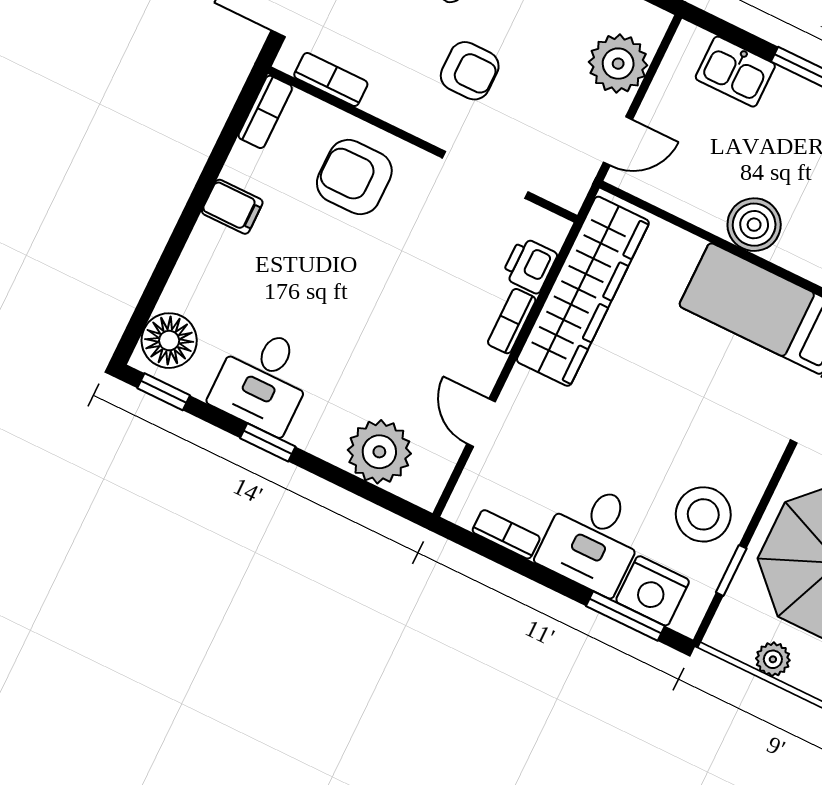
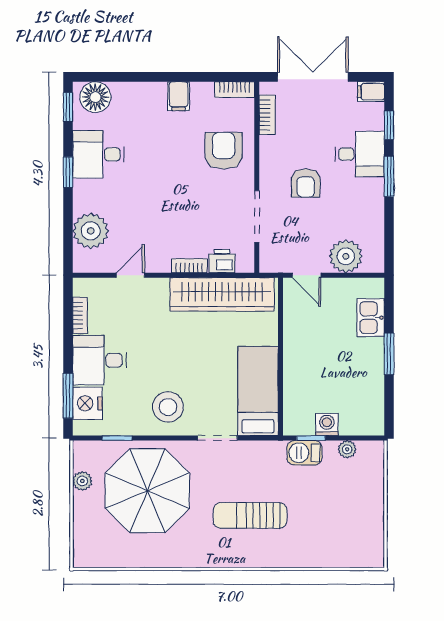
boiler: (754, 225) -> (298, 365), removed
stool: (703, 514) -> (168, 407), moved

